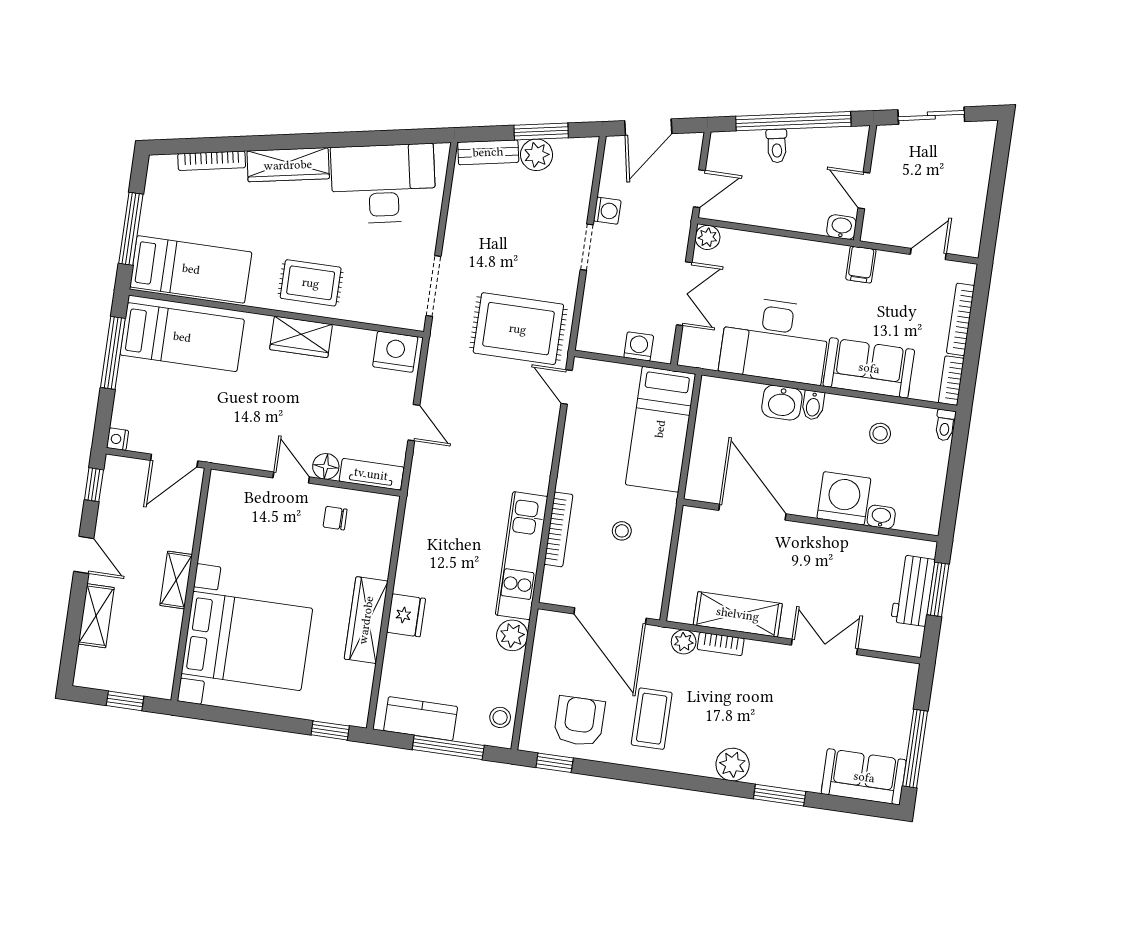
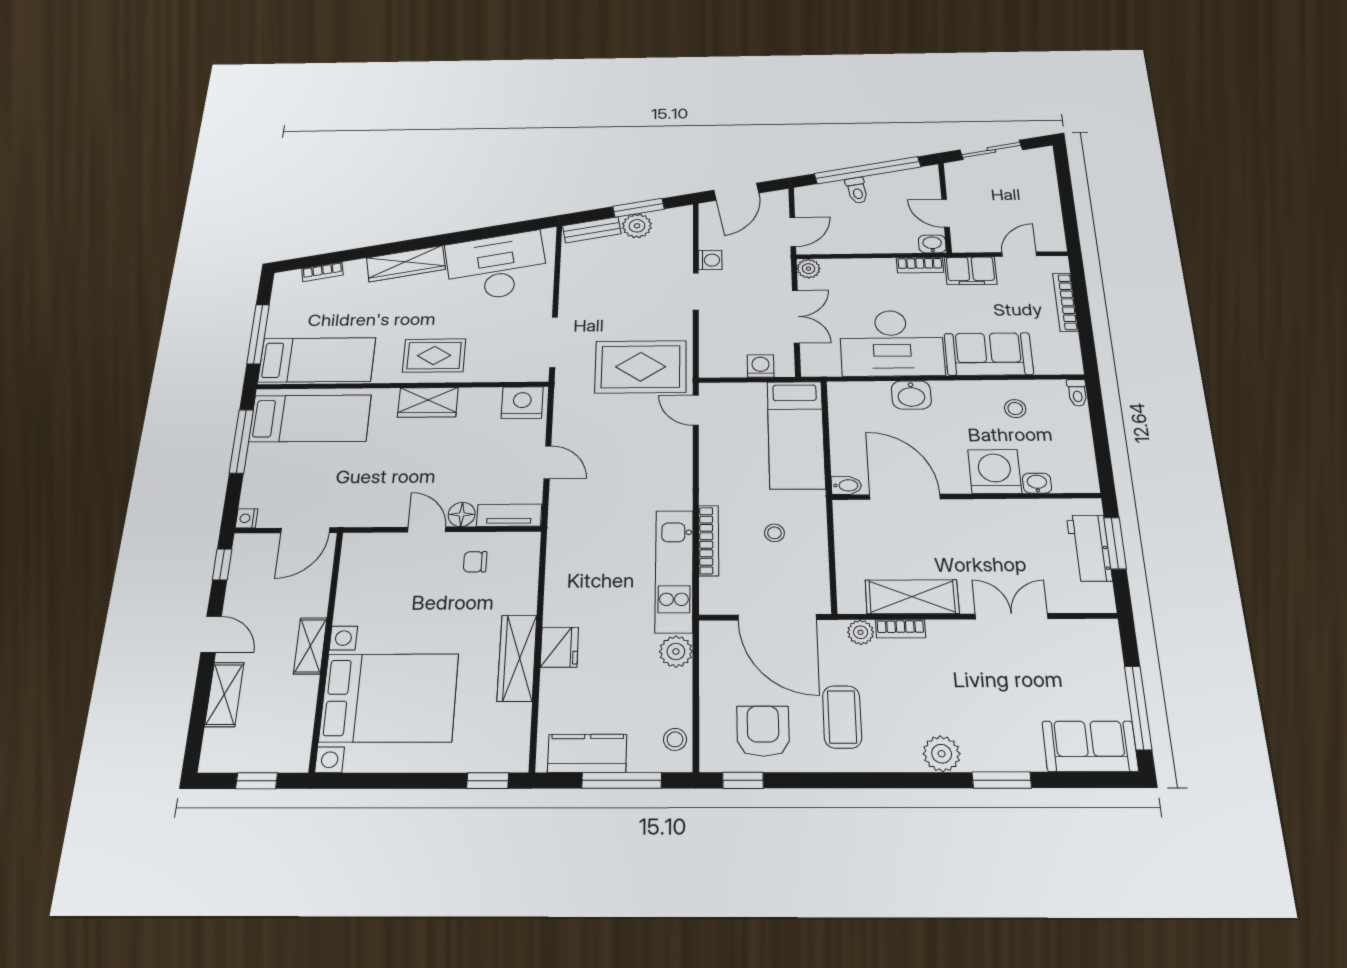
bookcase: (212, 161) -> (322, 272), width x0.64
filing cabinet: (861, 265) -> (971, 271), width x2.00
bookcase: (951, 381) -> (920, 265), moved, turned -90
bidet: (813, 405) -> (846, 485), moved, turned -90

